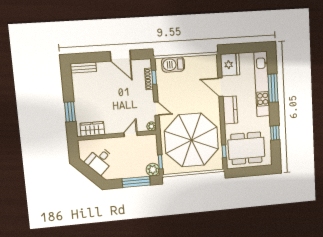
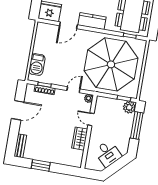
window: (70, 112) -> (41, 165), moved
wardrobe: (92, 129) -> (80, 139), moved

